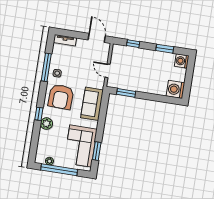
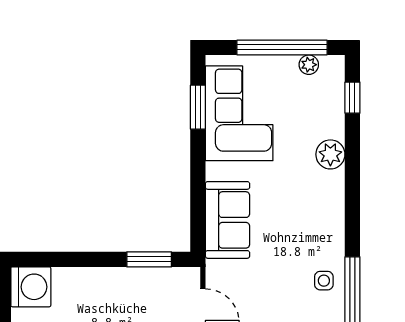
armchair: (61, 97) -> (306, 225), removed
window: (39, 114) -> (352, 98), moved

